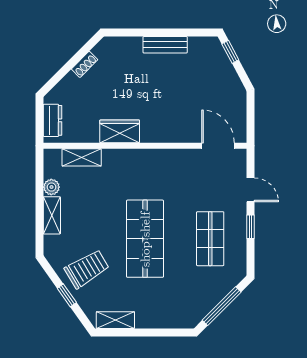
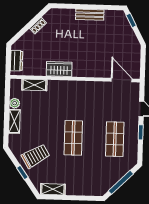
shop shelf: (145, 239) -> (73, 138), width x0.70, depth x0.74

